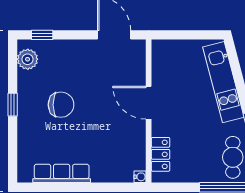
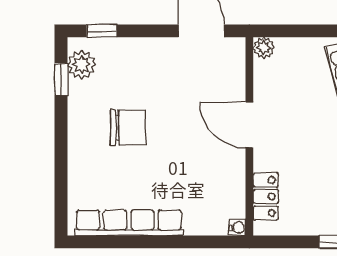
plant: (159, 47) -> (264, 48), added
window: (13, 105) -> (61, 79), moved
row of seats: (62, 173) -> (129, 223), width x1.36

